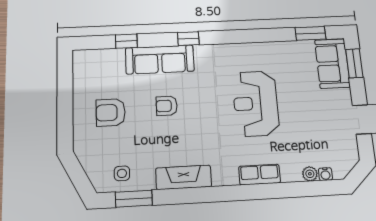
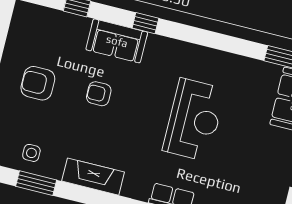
sofa: (160, 59) -> (117, 41), width x0.73
reception desk: (256, 103) -> (194, 120), turned 180

